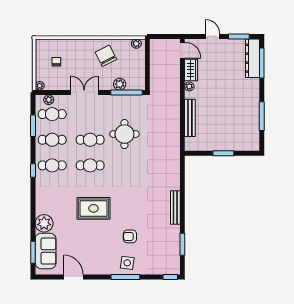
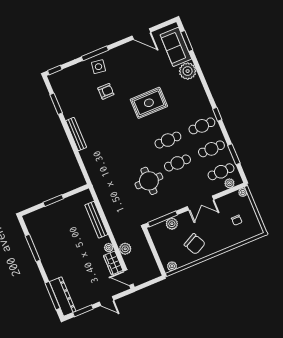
plant: (174, 79) -> (125, 249), added

